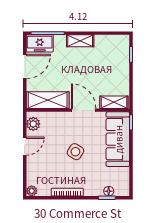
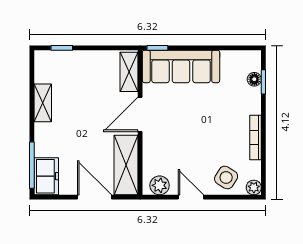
shelving: (80, 41) -> (43, 103), moved
door: (25, 66) -> (94, 197), moved
side table: (75, 152) -> (226, 177), moved

